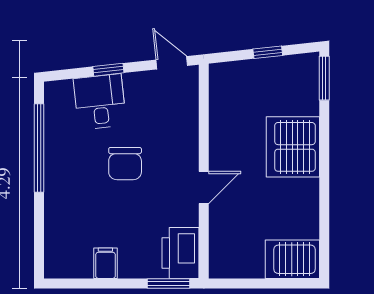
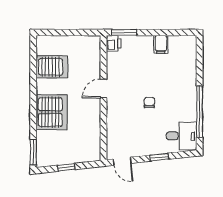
desk: (100, 102) -> (182, 136), moved, turned -84
chair: (125, 164) -> (149, 102), width x0.54, depth x0.54
printer: (180, 253) -> (114, 43), width x0.53, depth x0.68
server rack: (292, 259) -> (52, 67), moved

